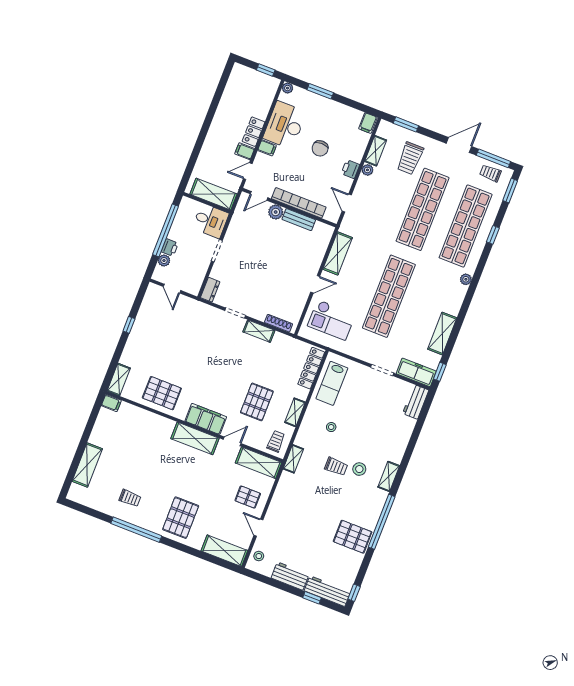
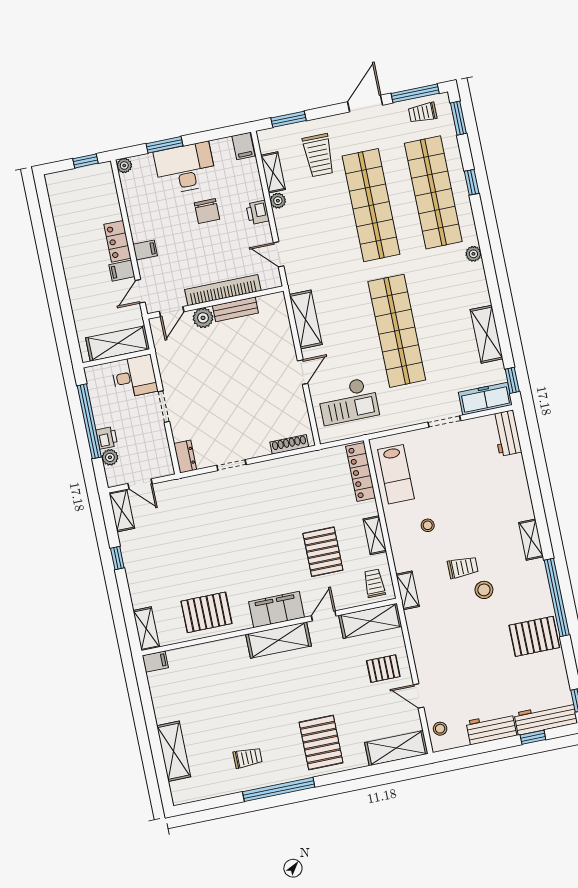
desk: (285, 125) -> (185, 168), moved, turned 90
shelving: (259, 331) -> (122, 510), moved, turned 90
stool: (359, 469) -> (484, 590), moved

